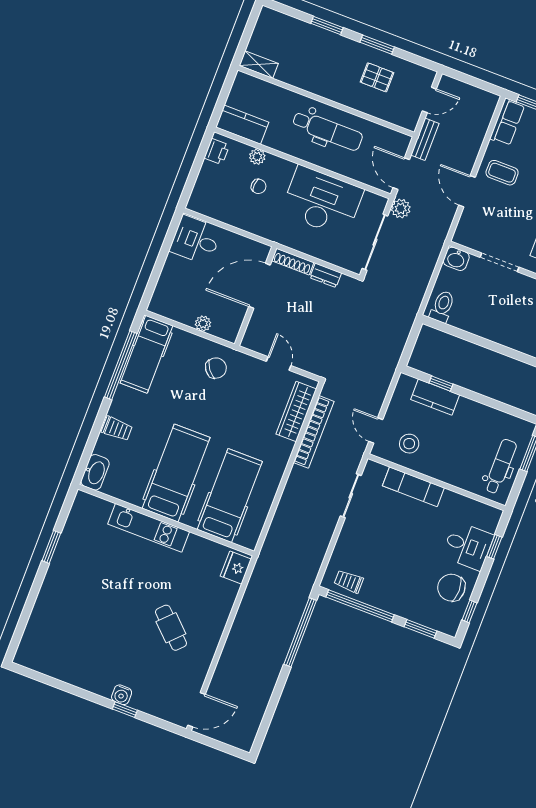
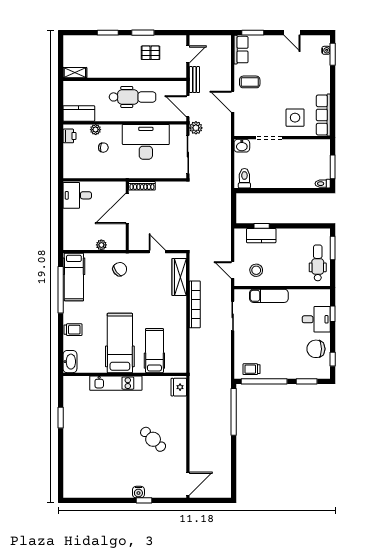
dresser: (326, 275) -> (165, 186), removed
bookcase: (314, 432) -> (195, 304), moved
hospital bed: (230, 495) -> (154, 351), width x0.73, depth x0.78

